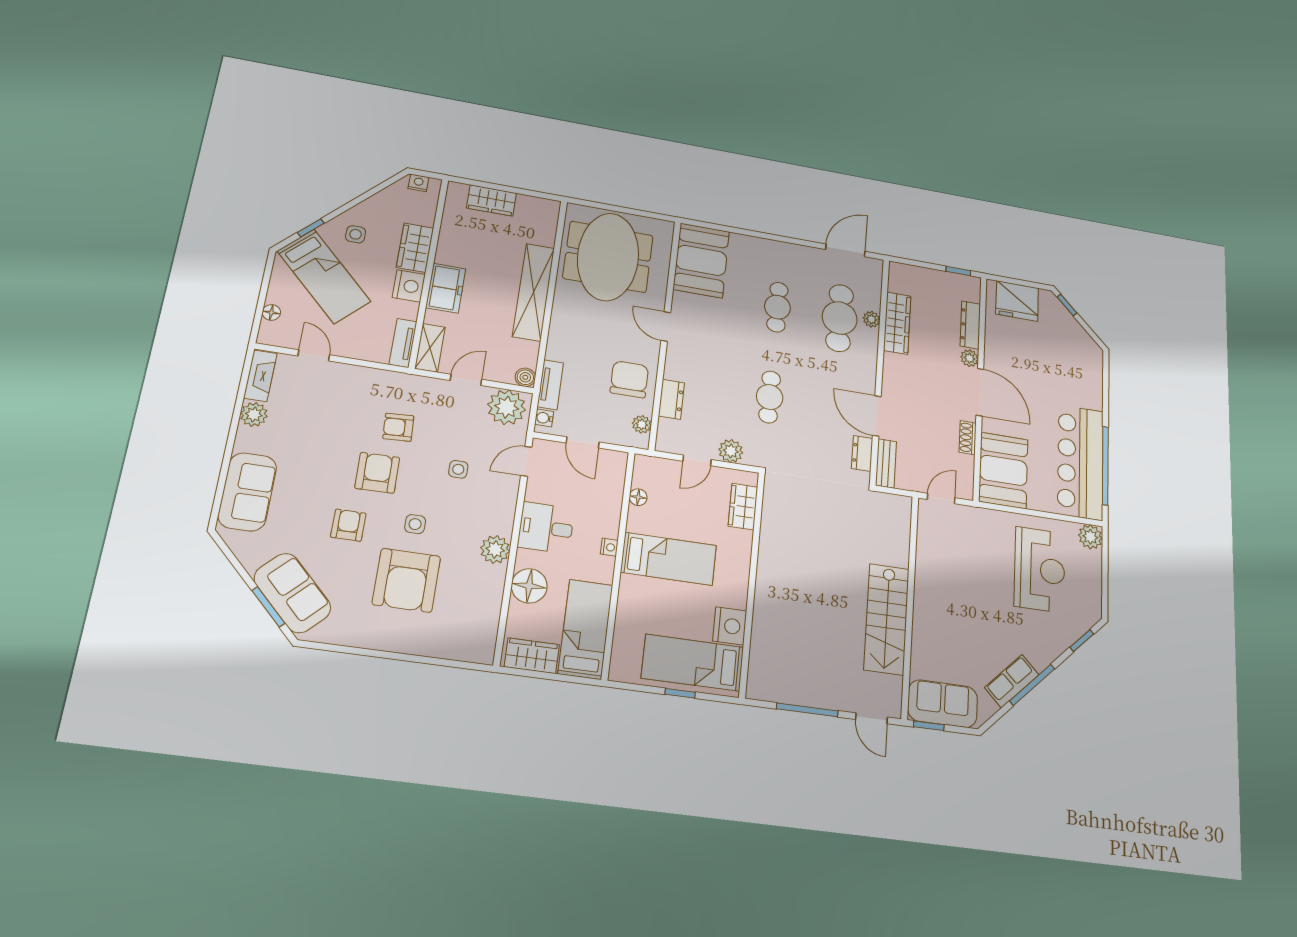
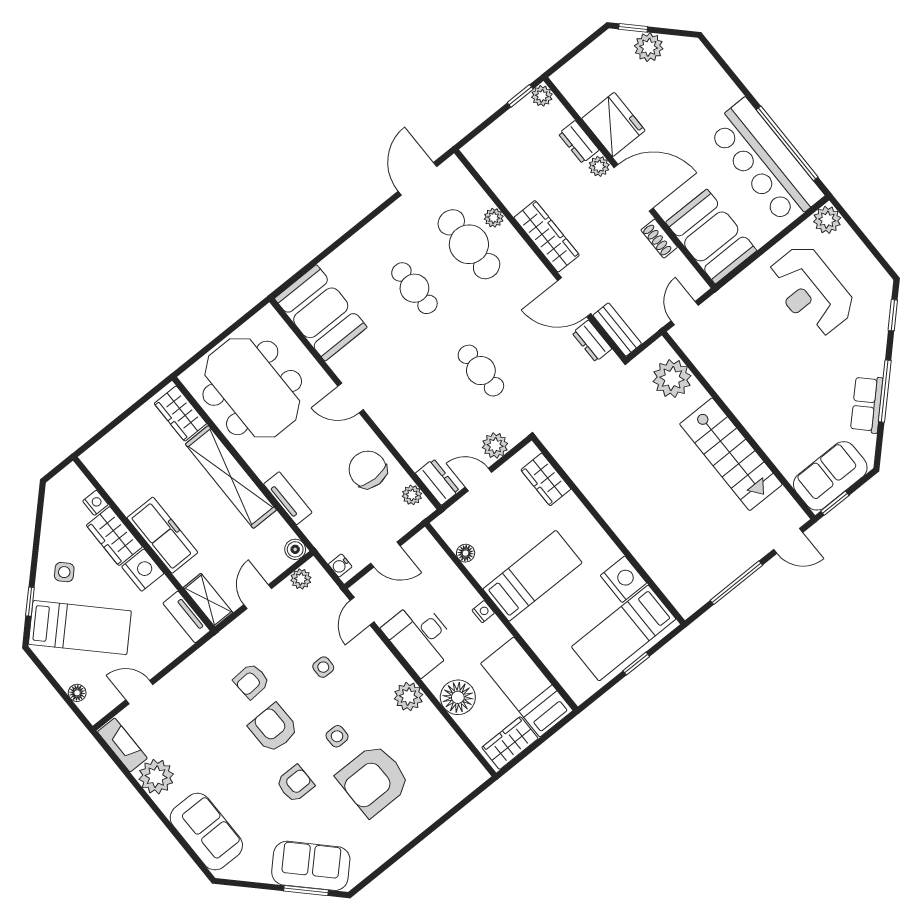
nightstand: (418, 183) -> (95, 503), moved, turned 90
wardrobe: (492, 201) -> (180, 413), moved, turned 90
side table: (356, 234) -> (64, 572), turned 45
plant: (972, 284) -> (542, 96), added
freezer: (446, 288) -> (162, 535), width x1.40
fridge: (1017, 301) -> (613, 124), moved, turned -90
wardrobe: (897, 323) -> (547, 236), moved
dresser: (970, 325) -> (579, 142), width x0.70
plant: (1067, 325) -> (649, 47), added
tv unit: (550, 385) -> (288, 498), moved
dresser: (671, 399) -> (437, 482), moved
plant: (507, 407) -> (301, 579), width x0.53, depth x0.53
plant: (254, 414) -> (156, 777), width x1.36, depth x1.36
door: (697, 460) -> (478, 480), swing flipped
armchair: (348, 525) -> (295, 784), turned 90
desk: (546, 528) -> (420, 637), width x1.37
plant: (893, 530) -> (672, 379), added
reception desk: (1040, 570) -> (811, 291), turned 180
armchair: (406, 580) -> (374, 780), turned 90

